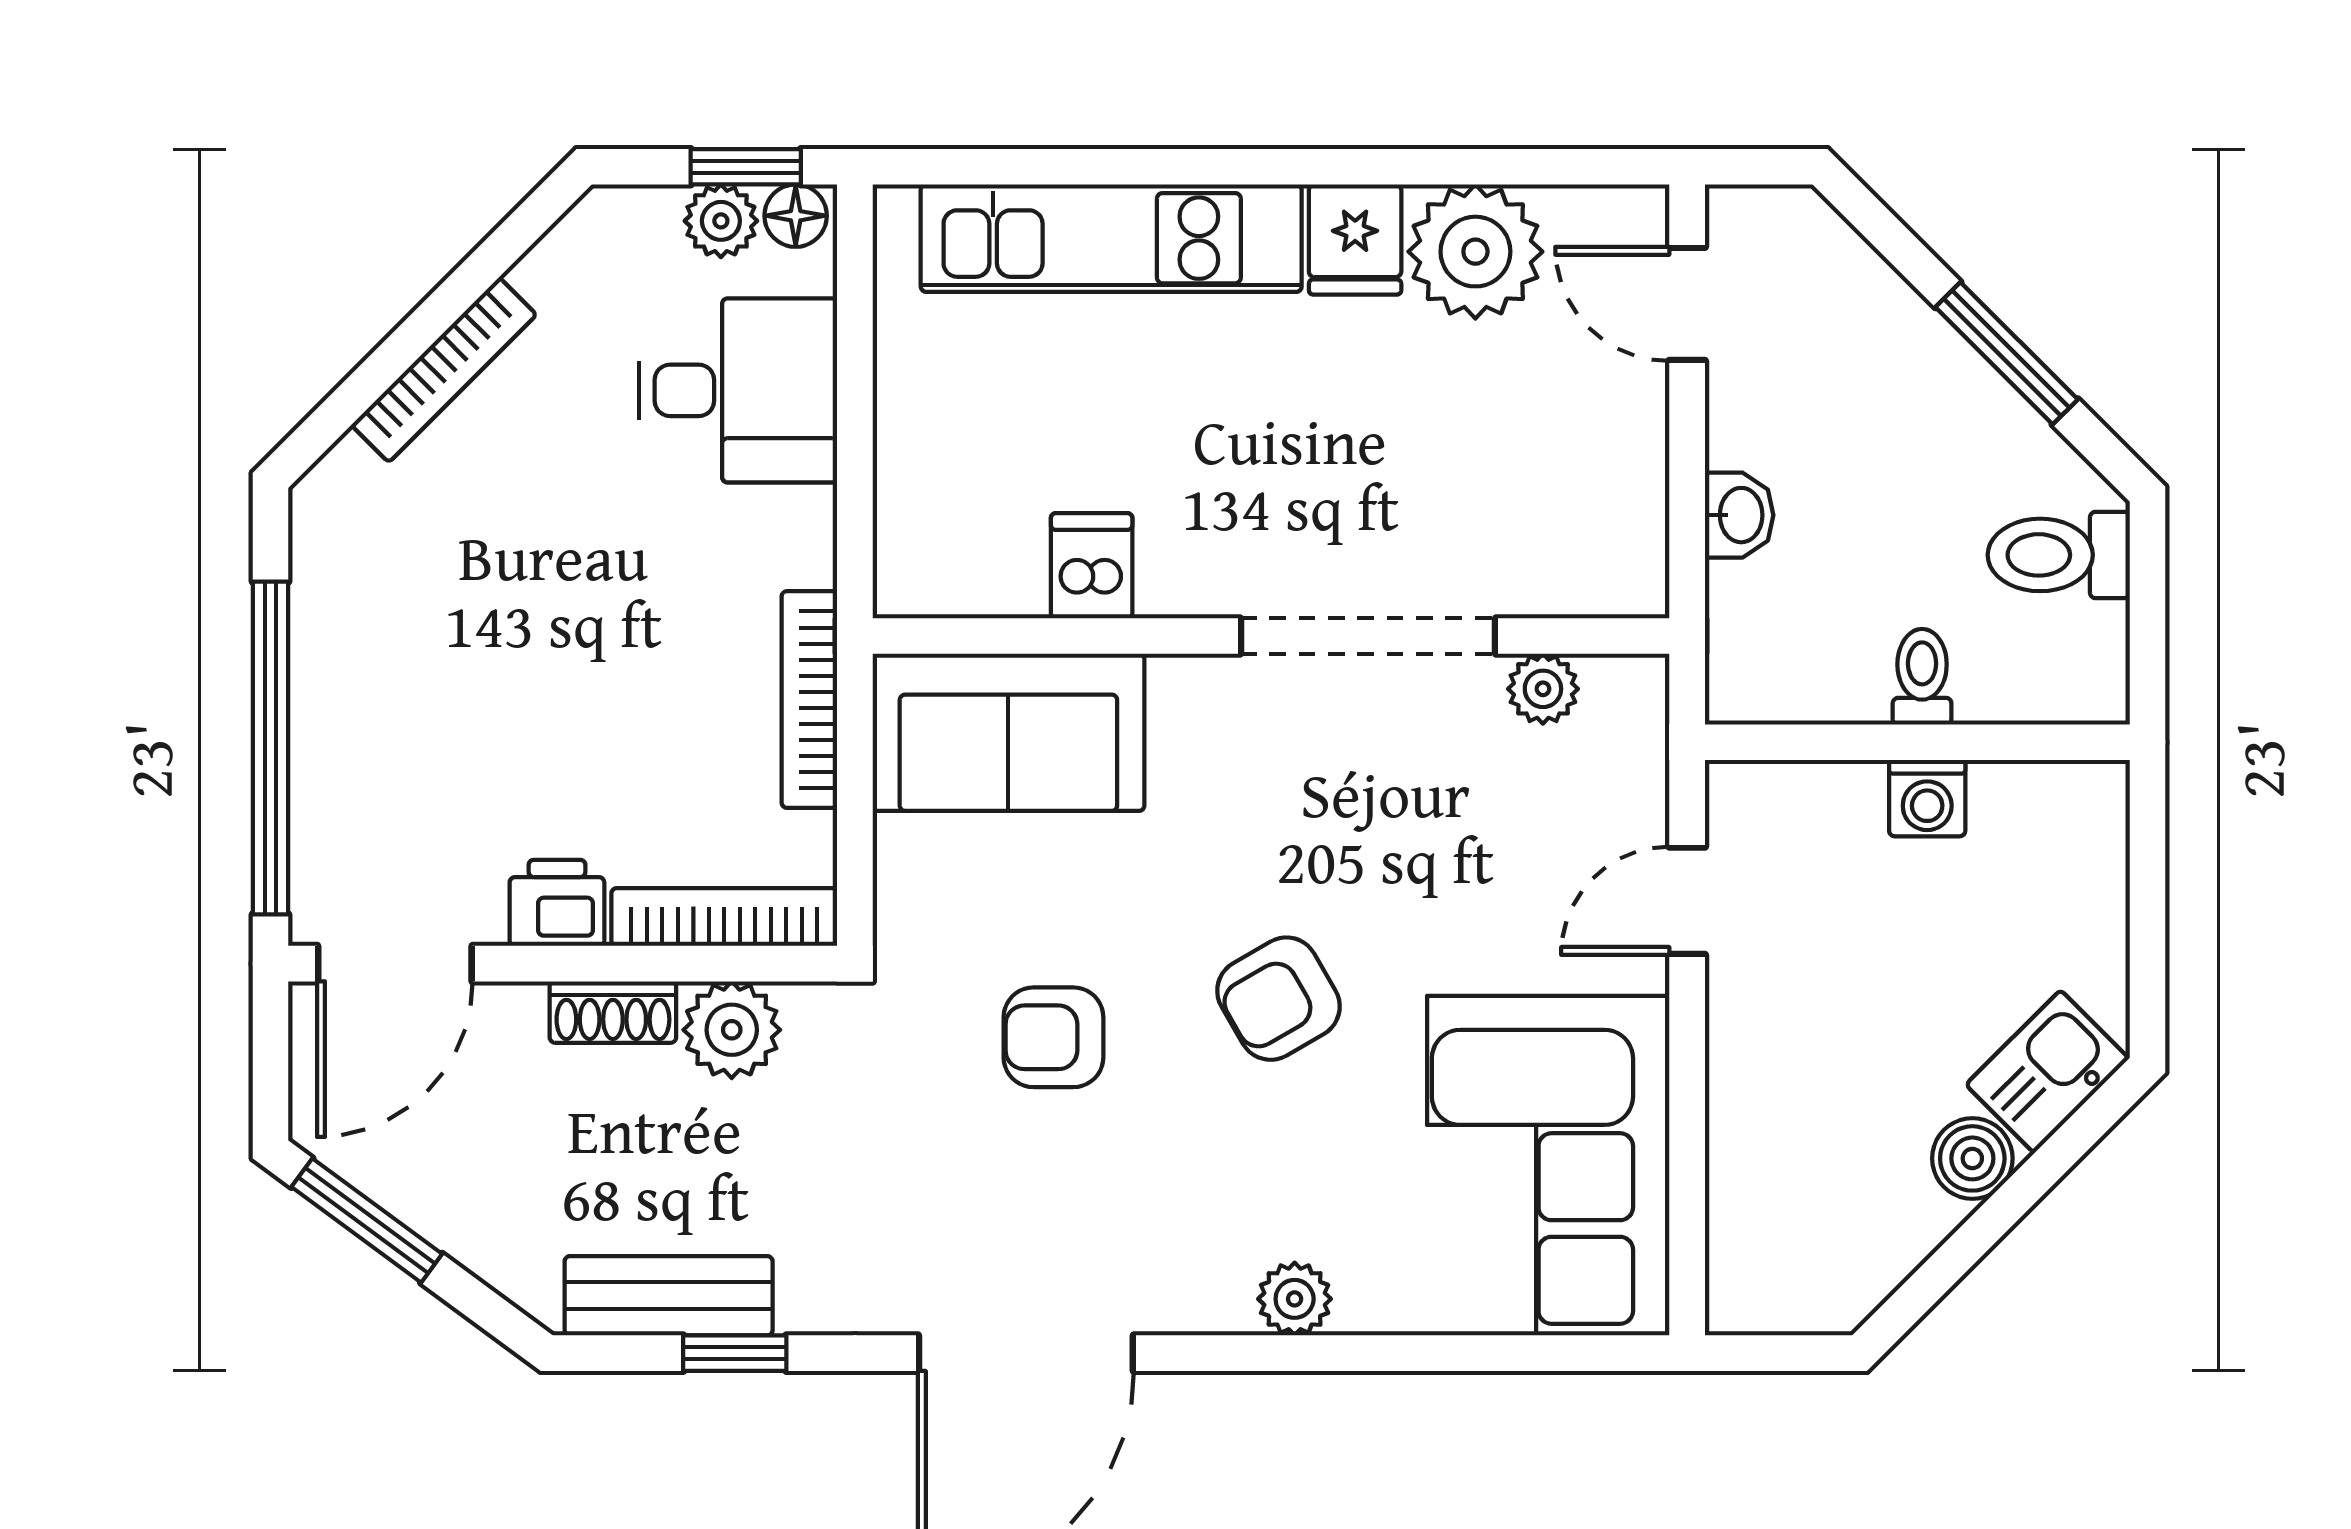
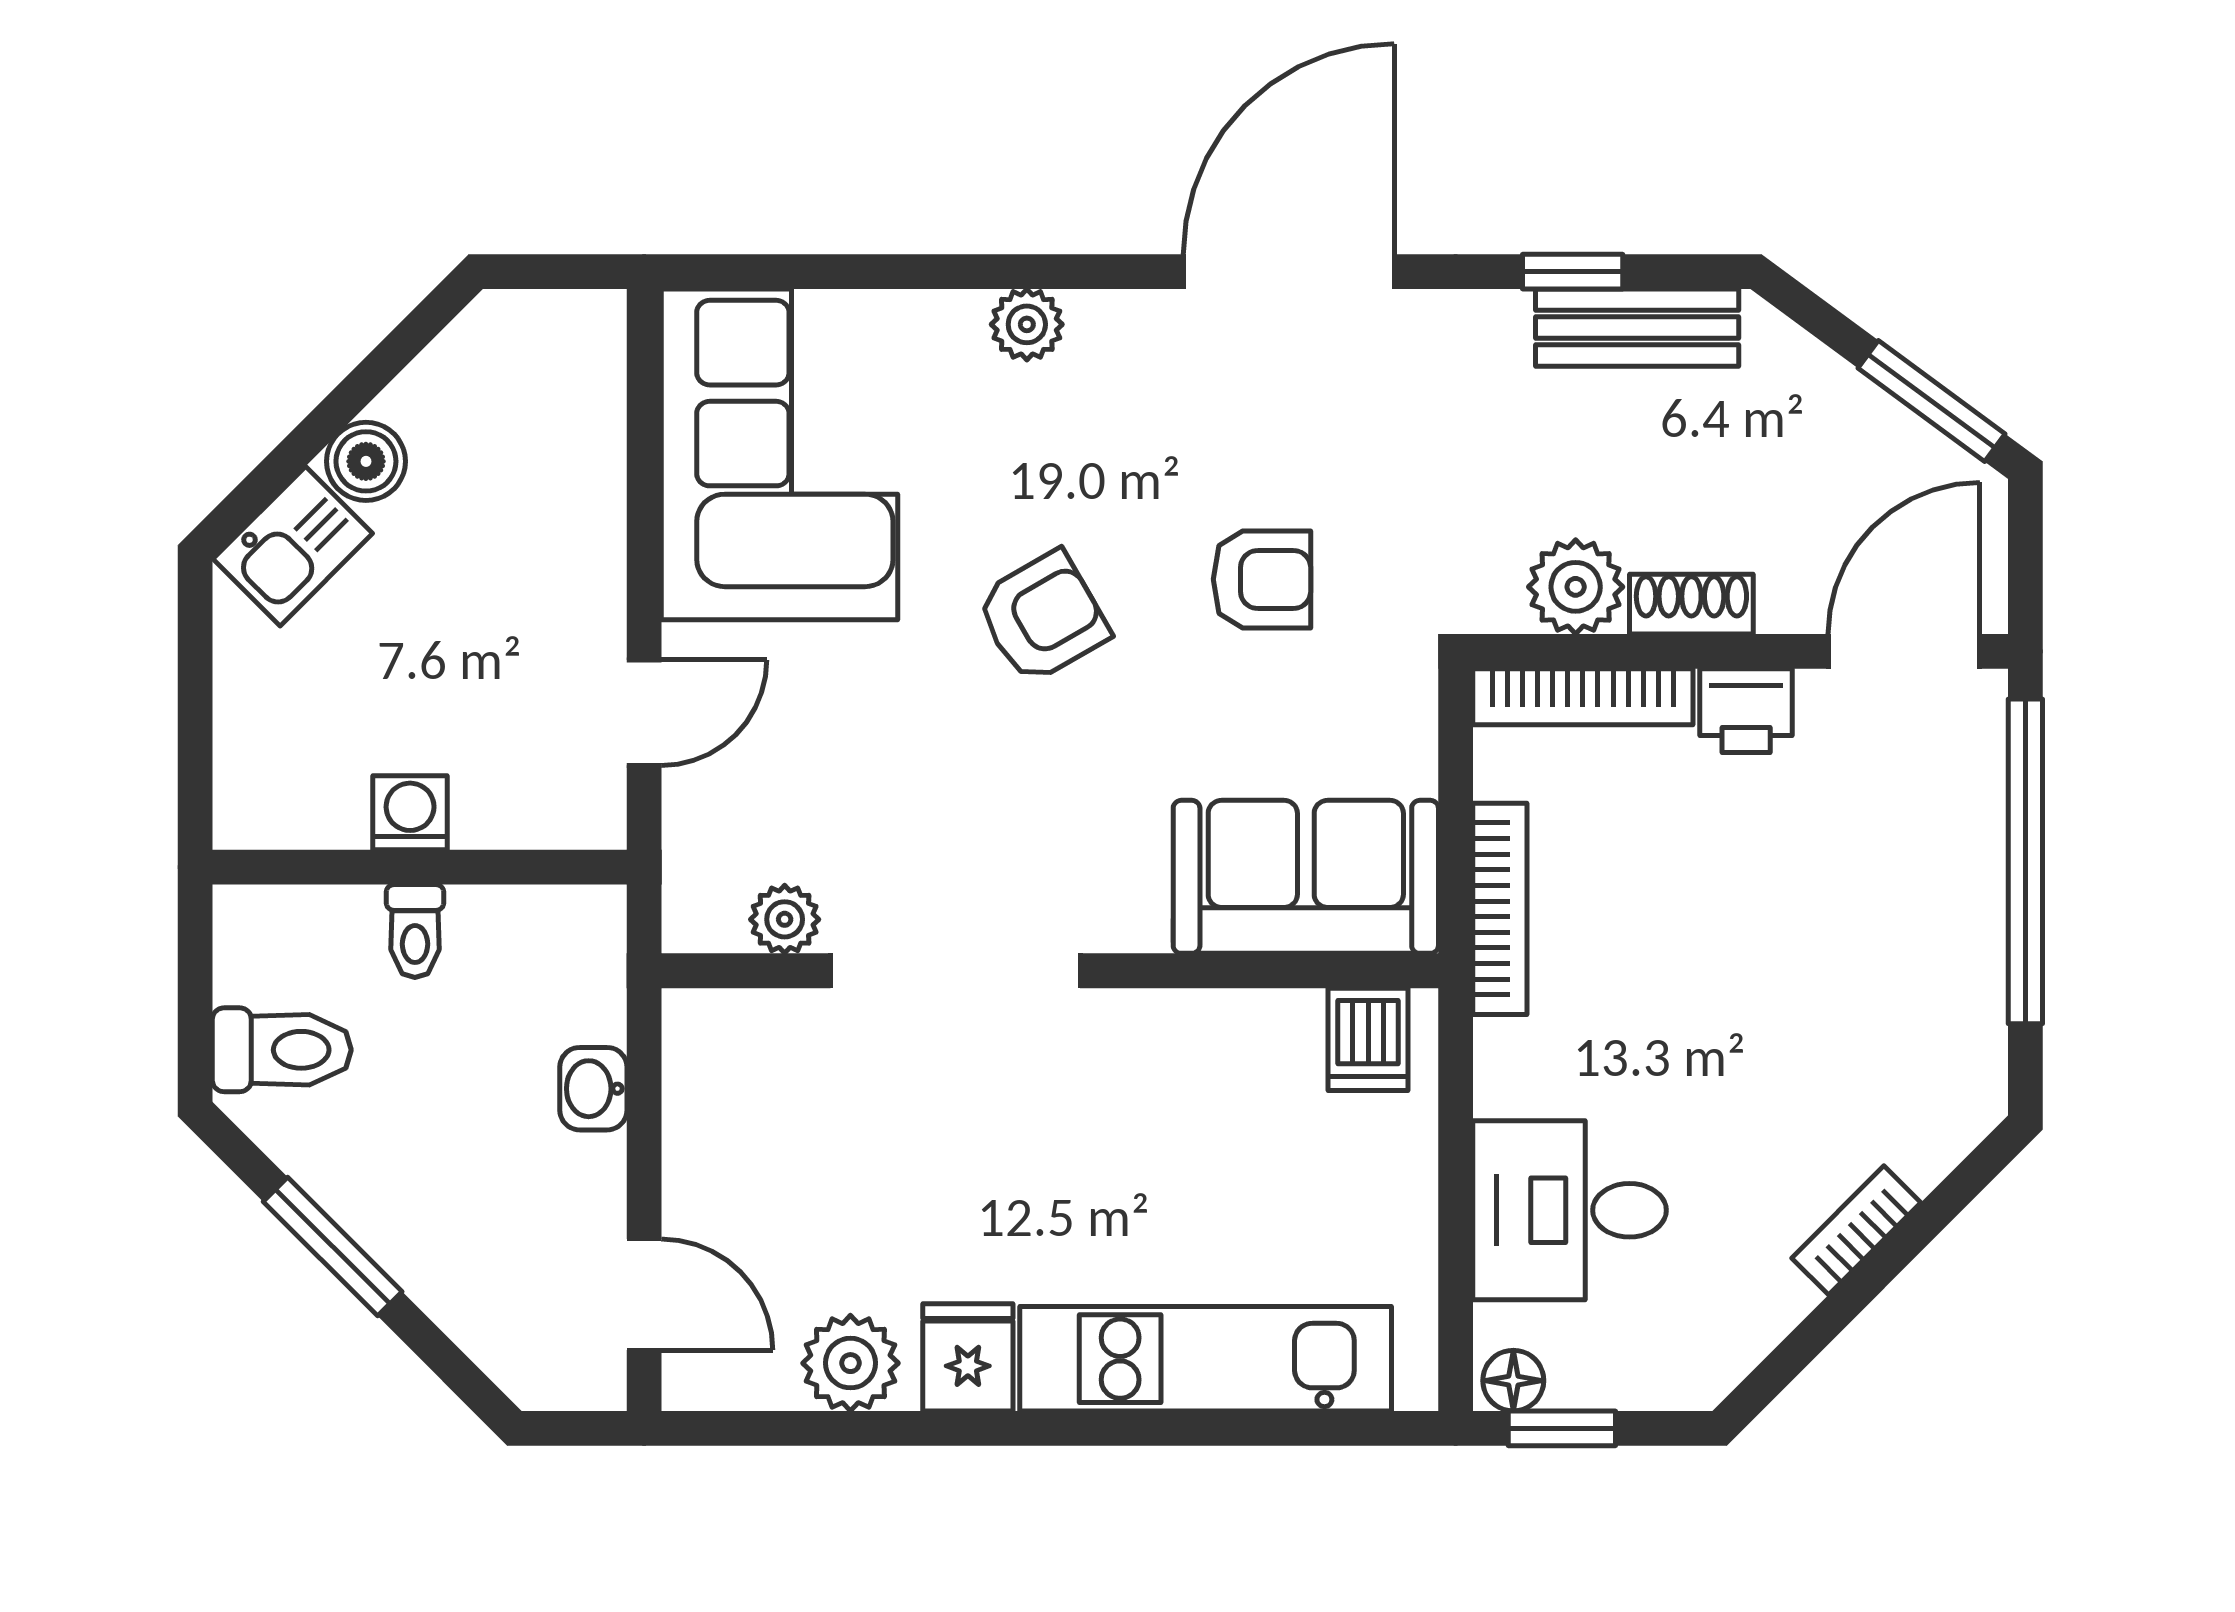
plant: (721, 221) -> (1586, 1376), removed
plant: (1475, 252) -> (850, 1363), width x0.73, depth x0.73
bookcase: (444, 370) -> (1856, 1230), width x0.64
dishwasher: (1092, 566) -> (1368, 1039), moved

